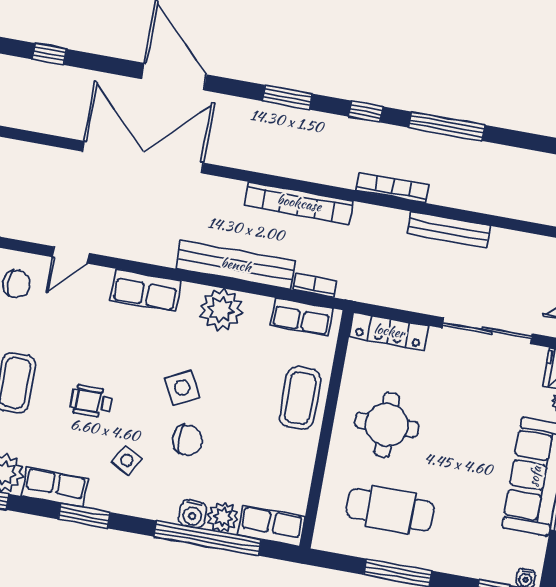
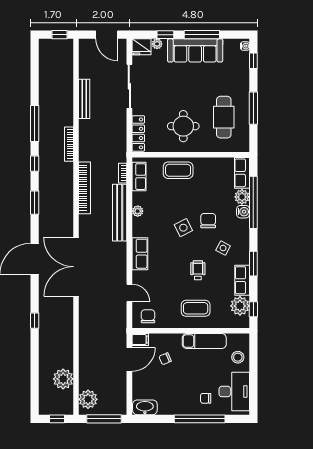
bench: (449, 230) -> (84, 99), moved
plant: (221, 310) -> (138, 211), width x0.53, depth x0.53
wheelchair: (91, 401) -> (198, 270), turned 180

